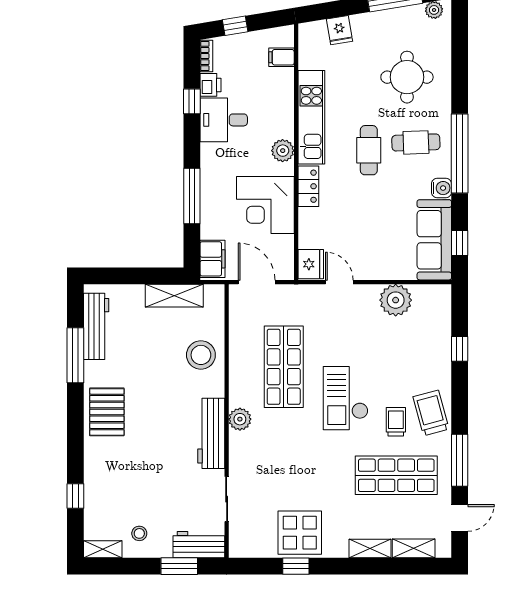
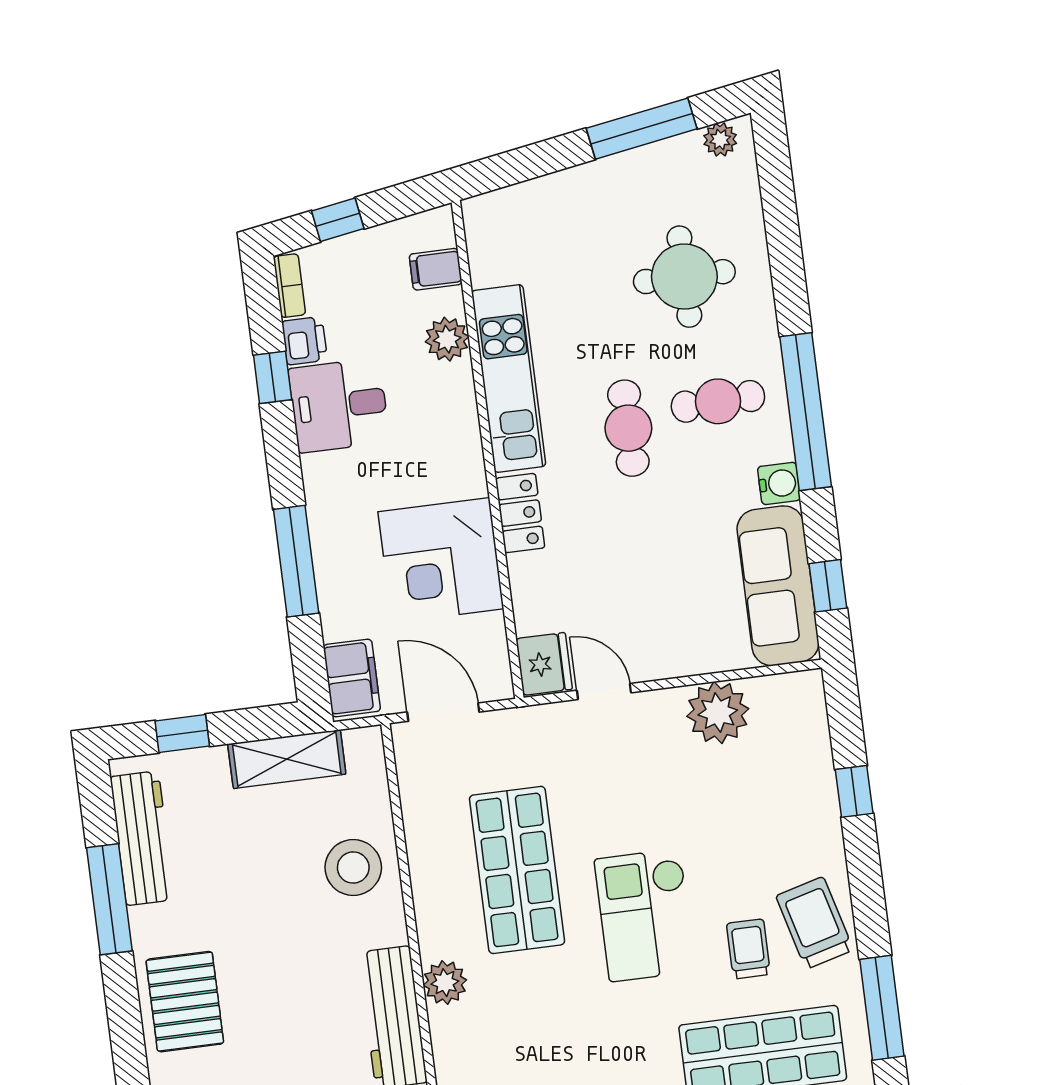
fridge: (340, 30) -> (542, 202), removed
plant: (283, 151) -> (447, 339), moved
window: (123, 276) -> (182, 733), added

